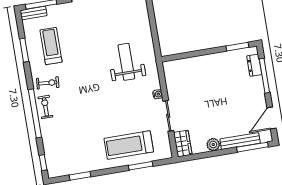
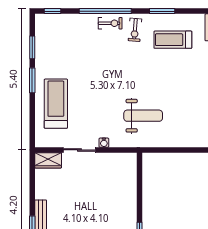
treadmill: (51, 46) -> (173, 40), turned 180
window: (24, 50) -> (162, 11), moved
plant: (213, 145) -> (42, 192), removed
window: (141, 166) -> (32, 80), moved

